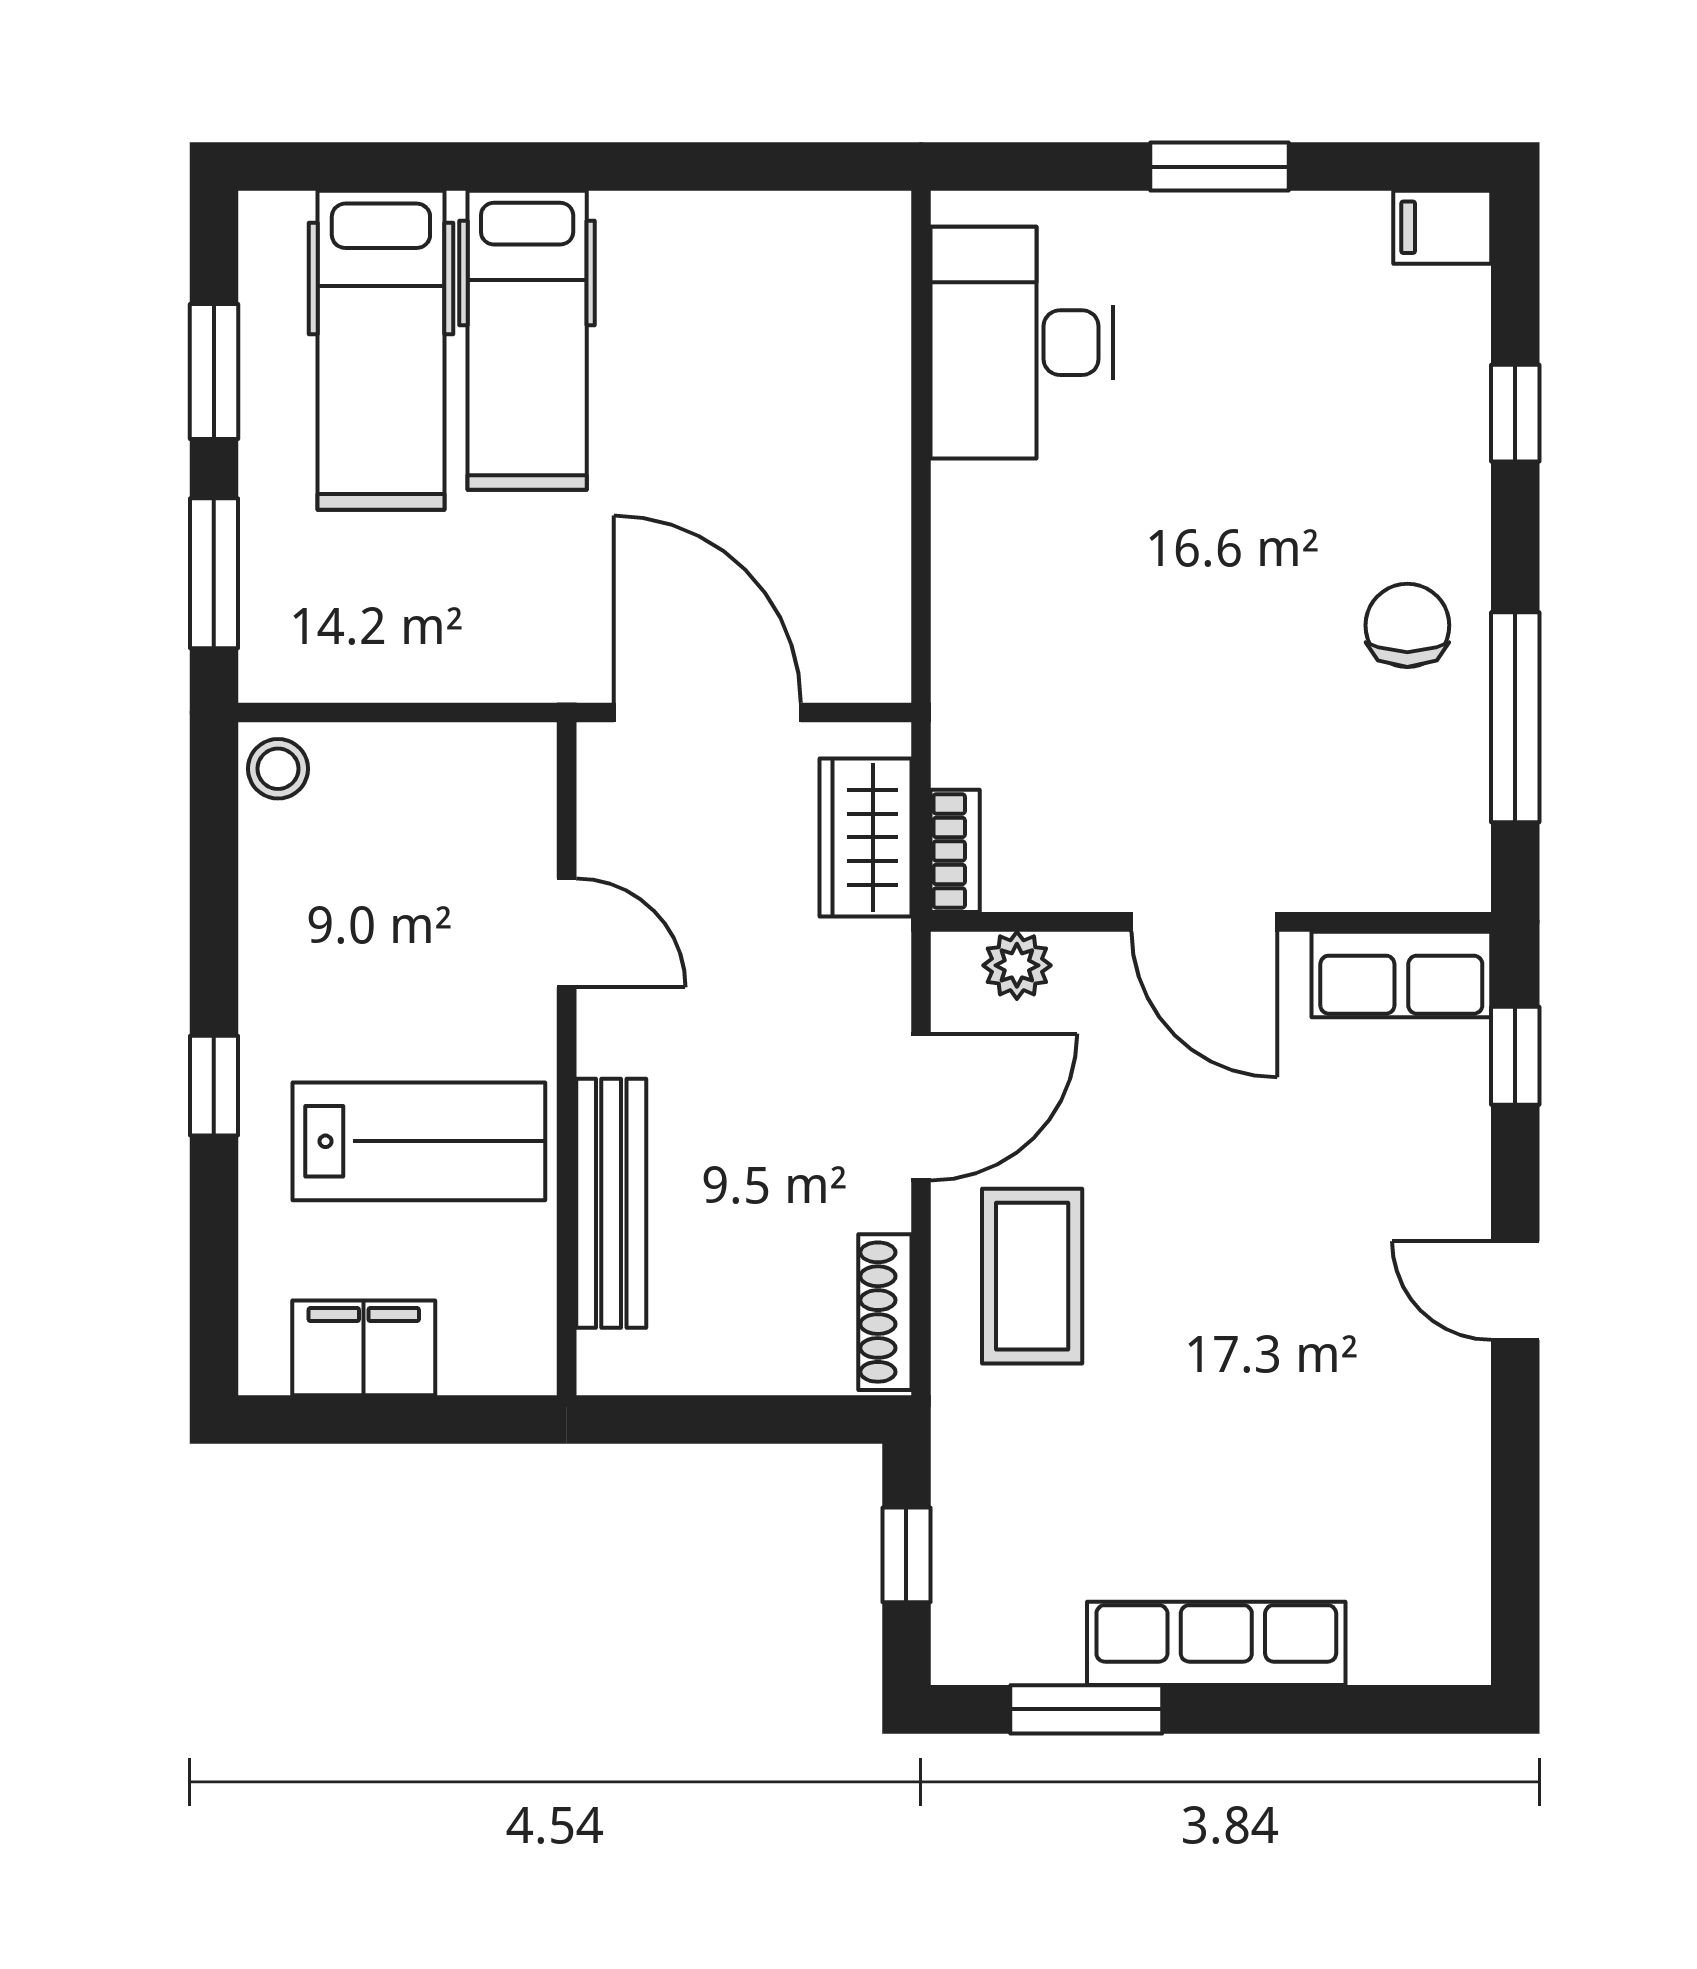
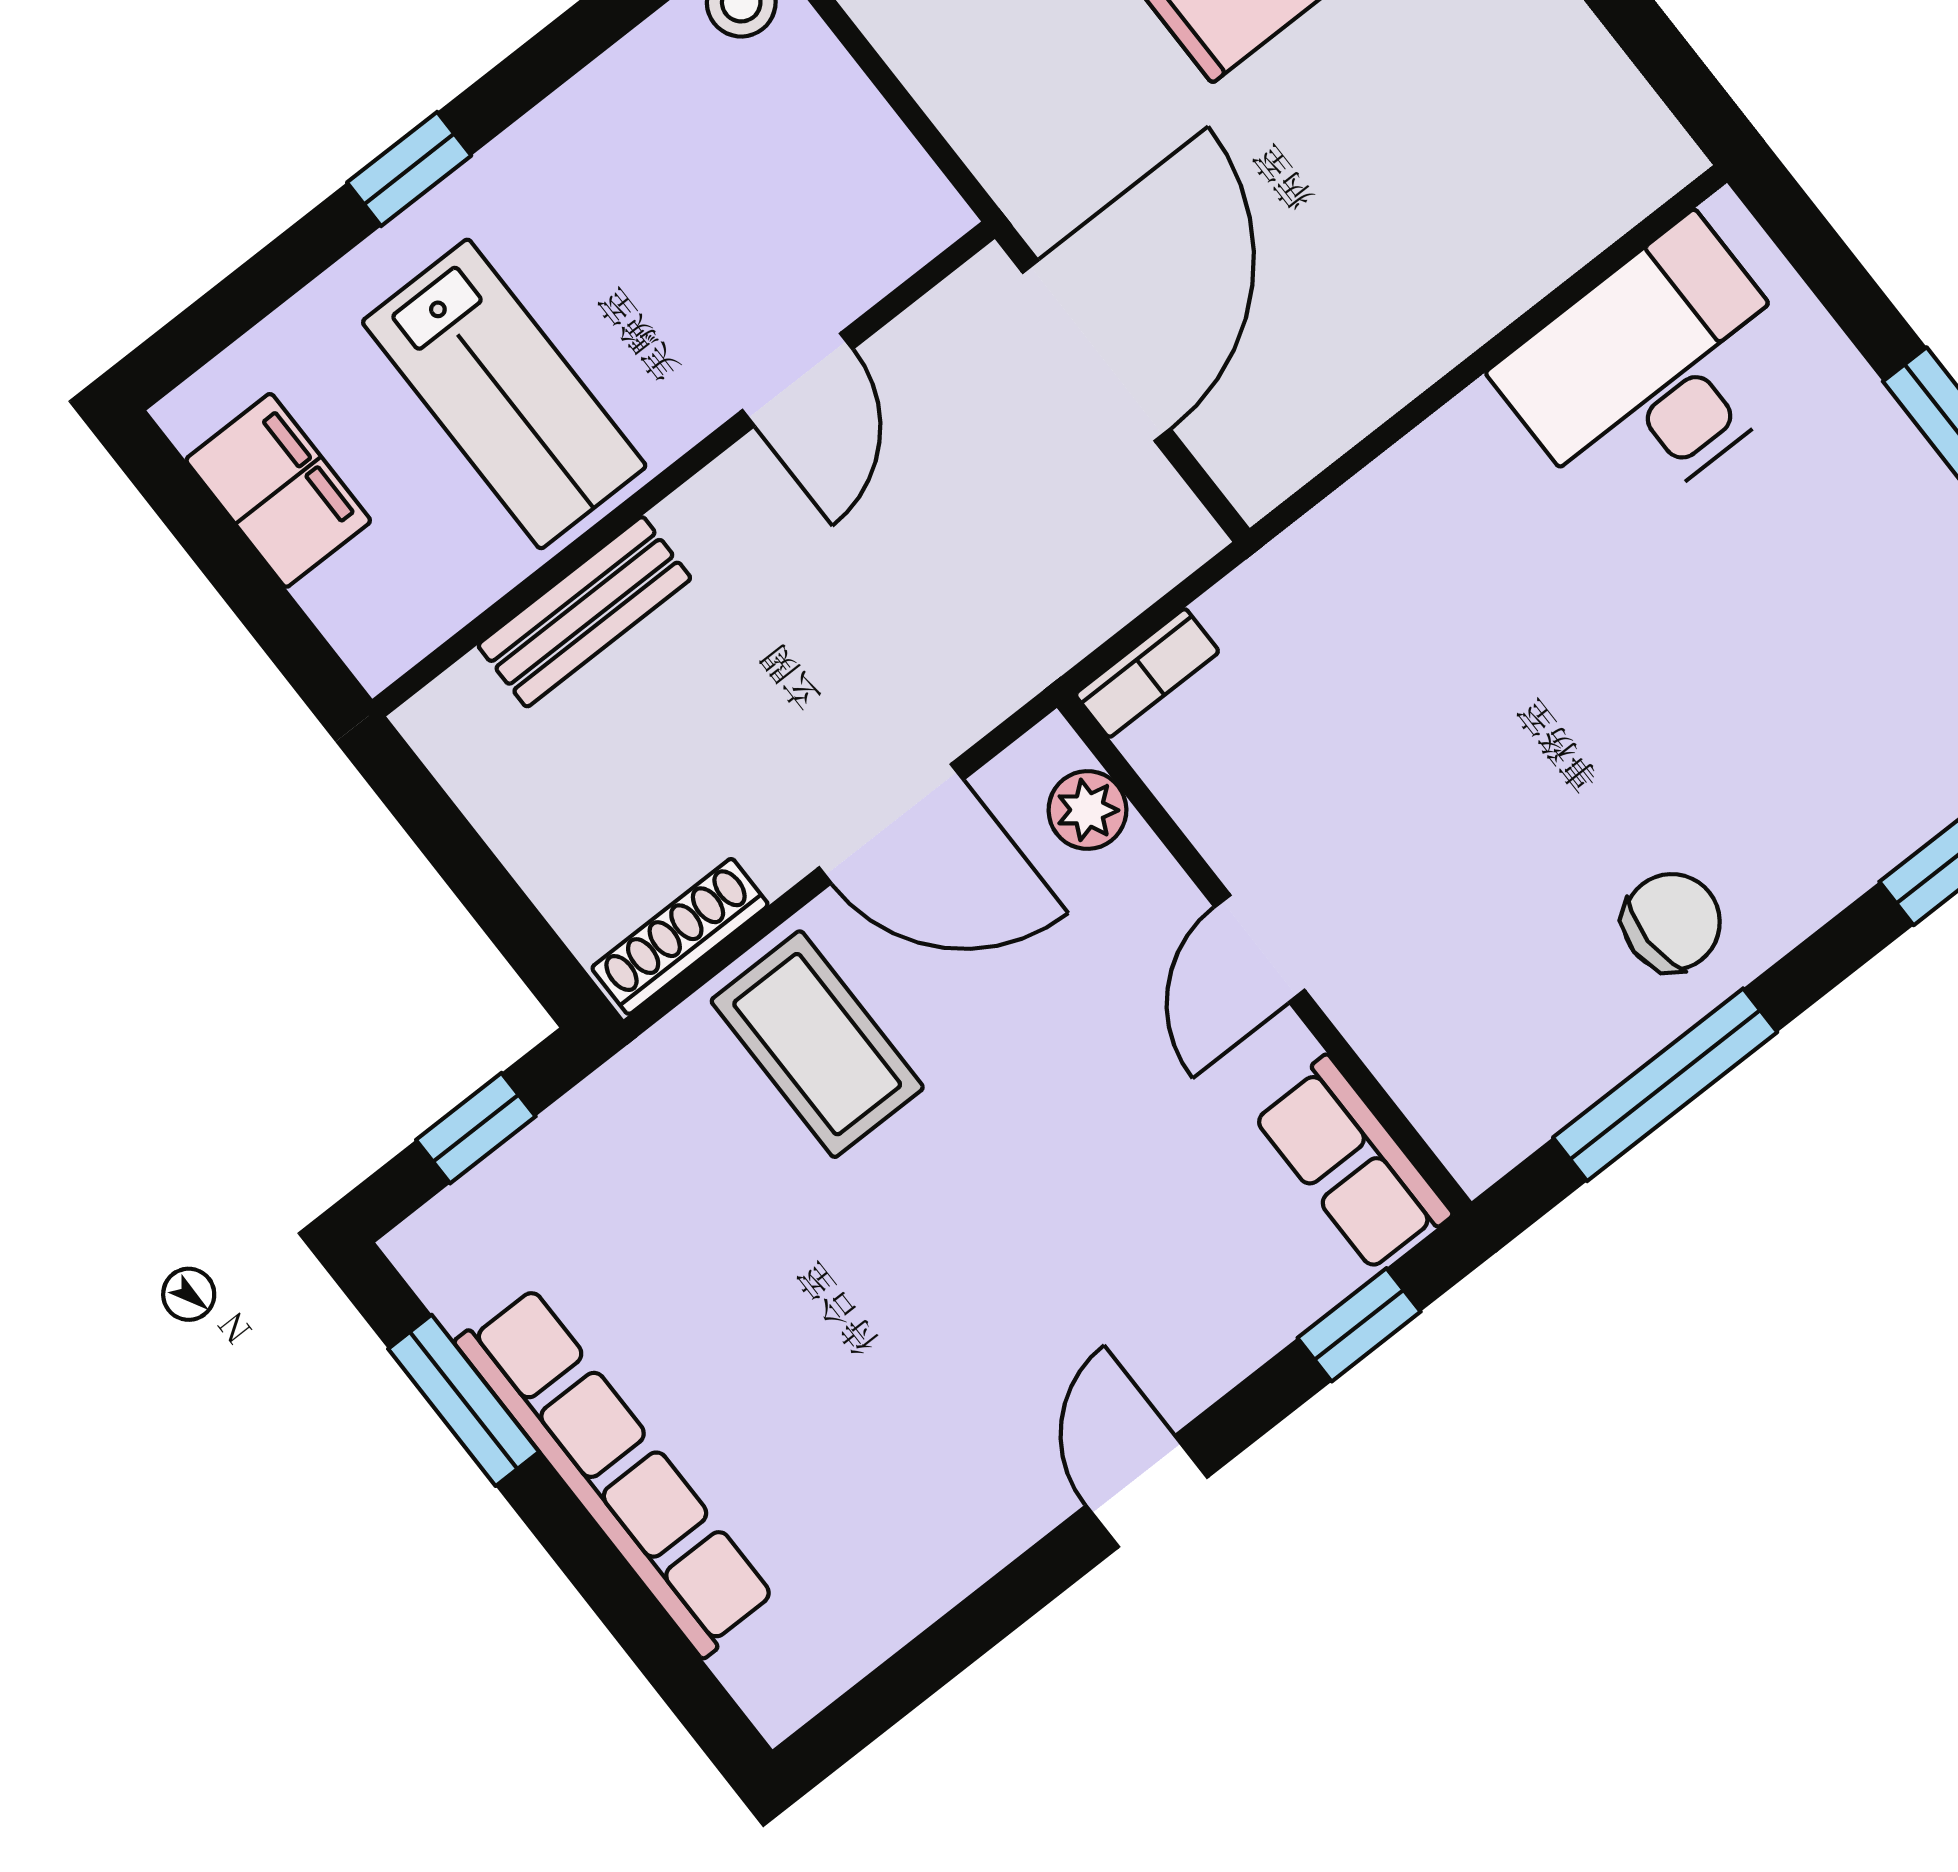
wardrobe: (865, 837) -> (1096, 582), removed
door: (1204, 922) -> (1260, 949), width x0.73
bench: (611, 1203) -> (584, 612), width x0.73
coffee table: (1032, 1276) -> (817, 1044), turned 90
row of seats: (1216, 1643) -> (615, 1471), width x1.36

